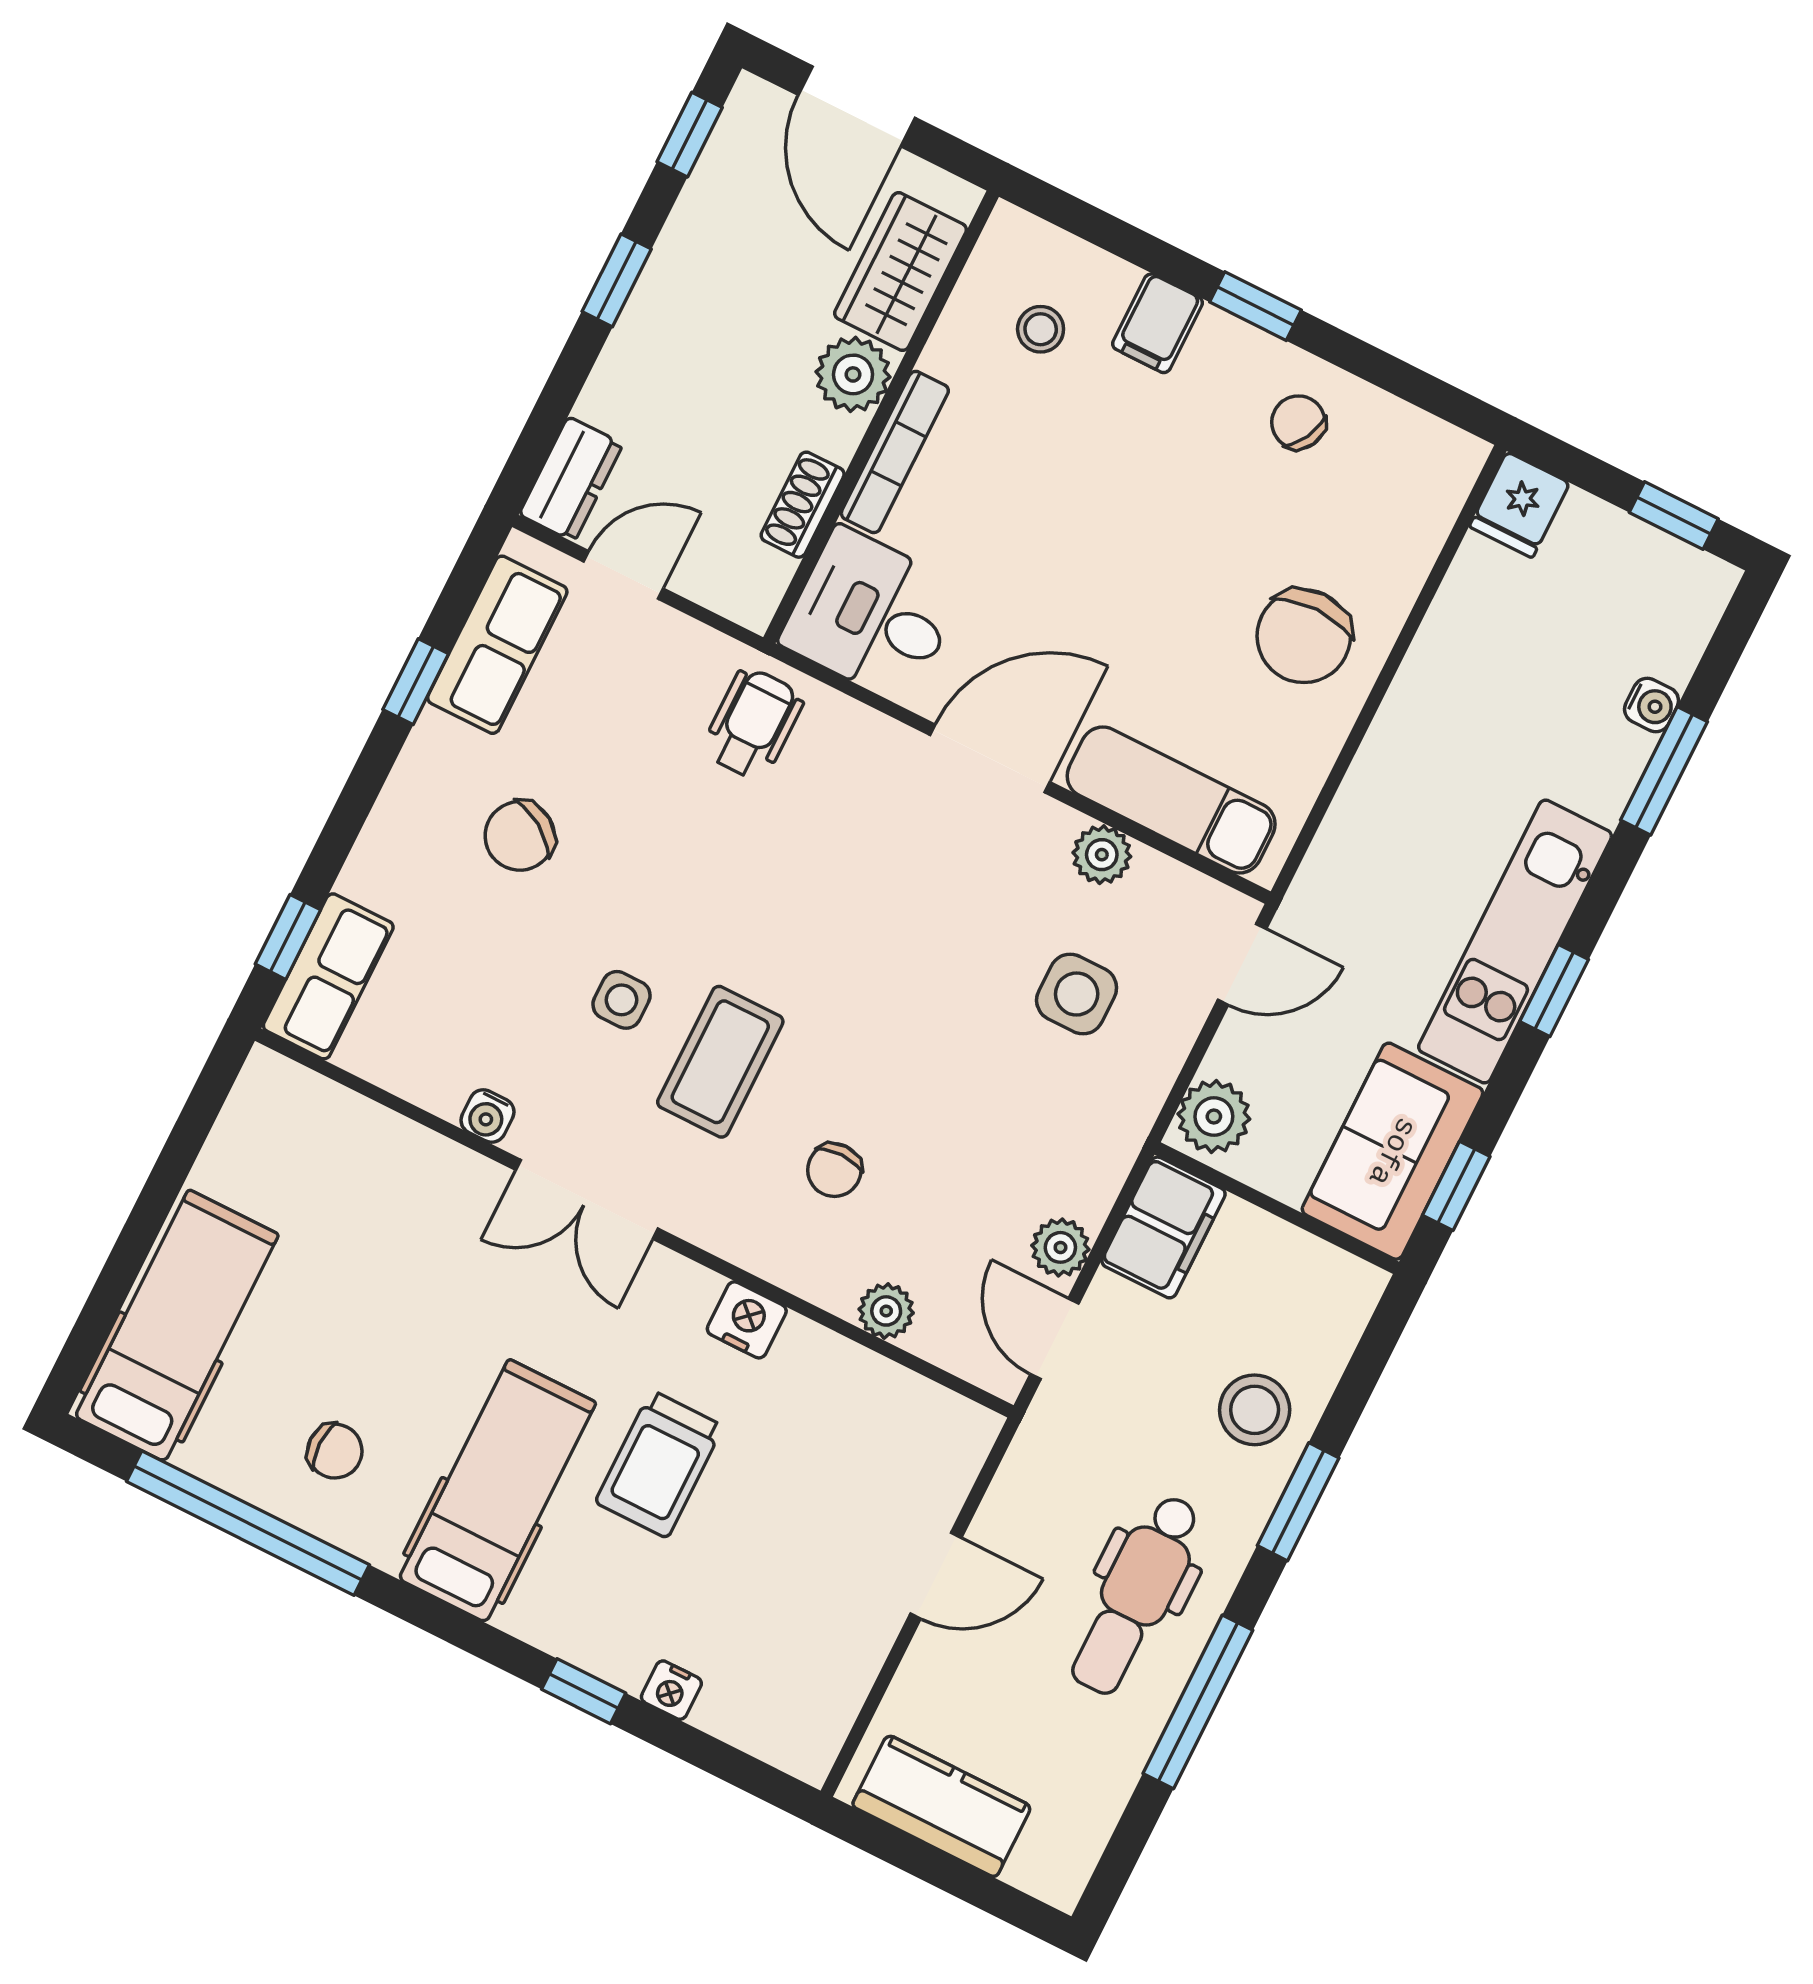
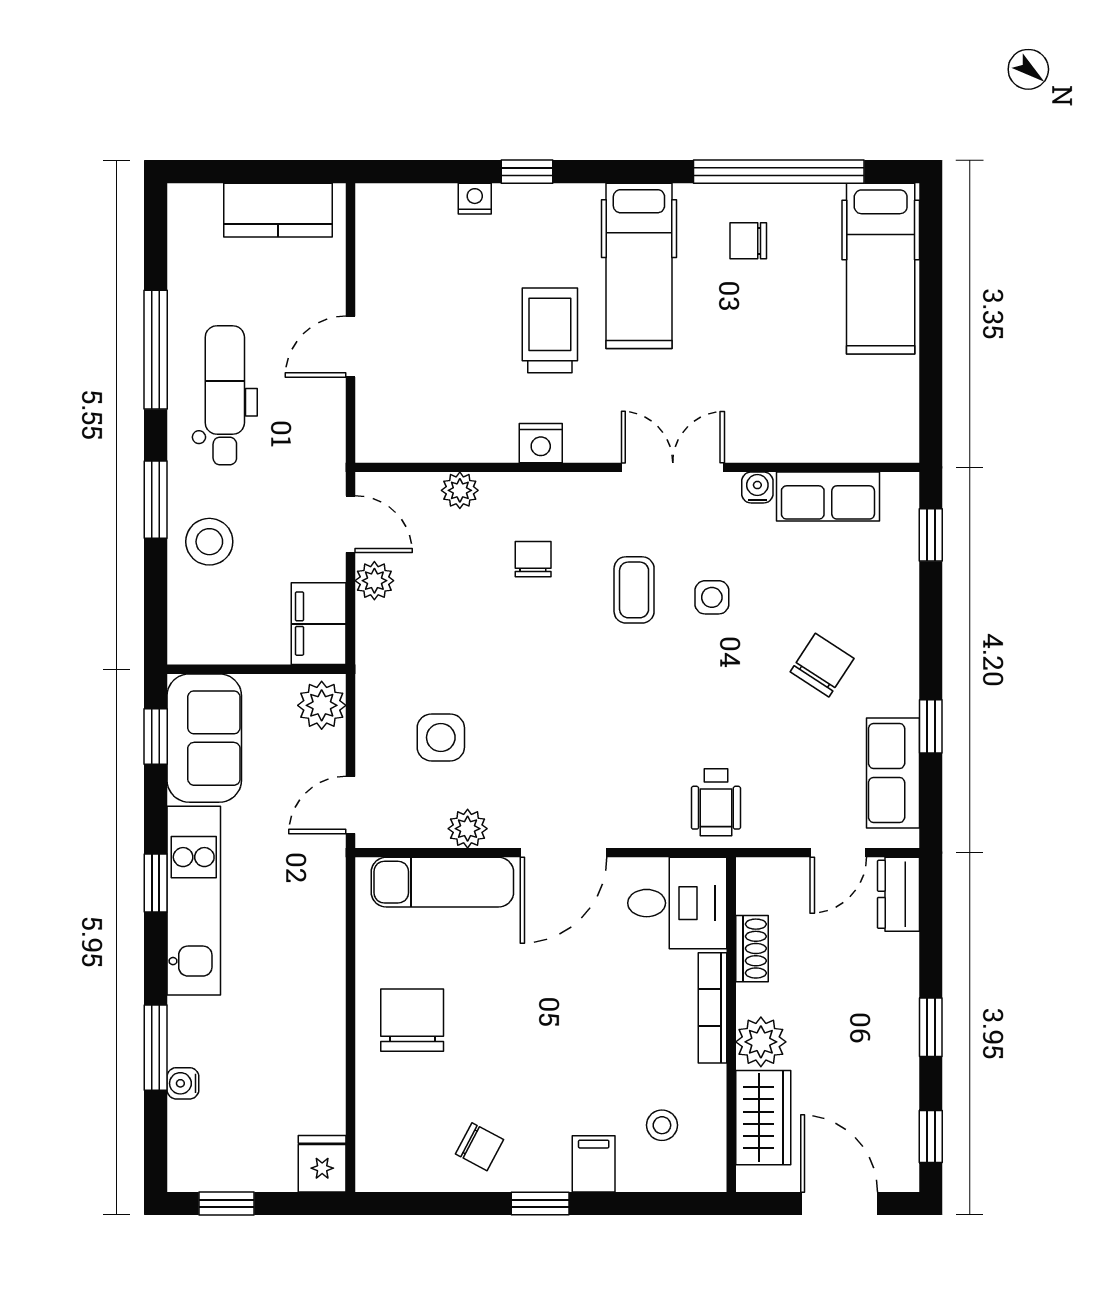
row of seats: (328, 976) -> (828, 497), moved, turned -90
coffee table: (720, 1062) -> (634, 590), width x0.73, depth x0.77

